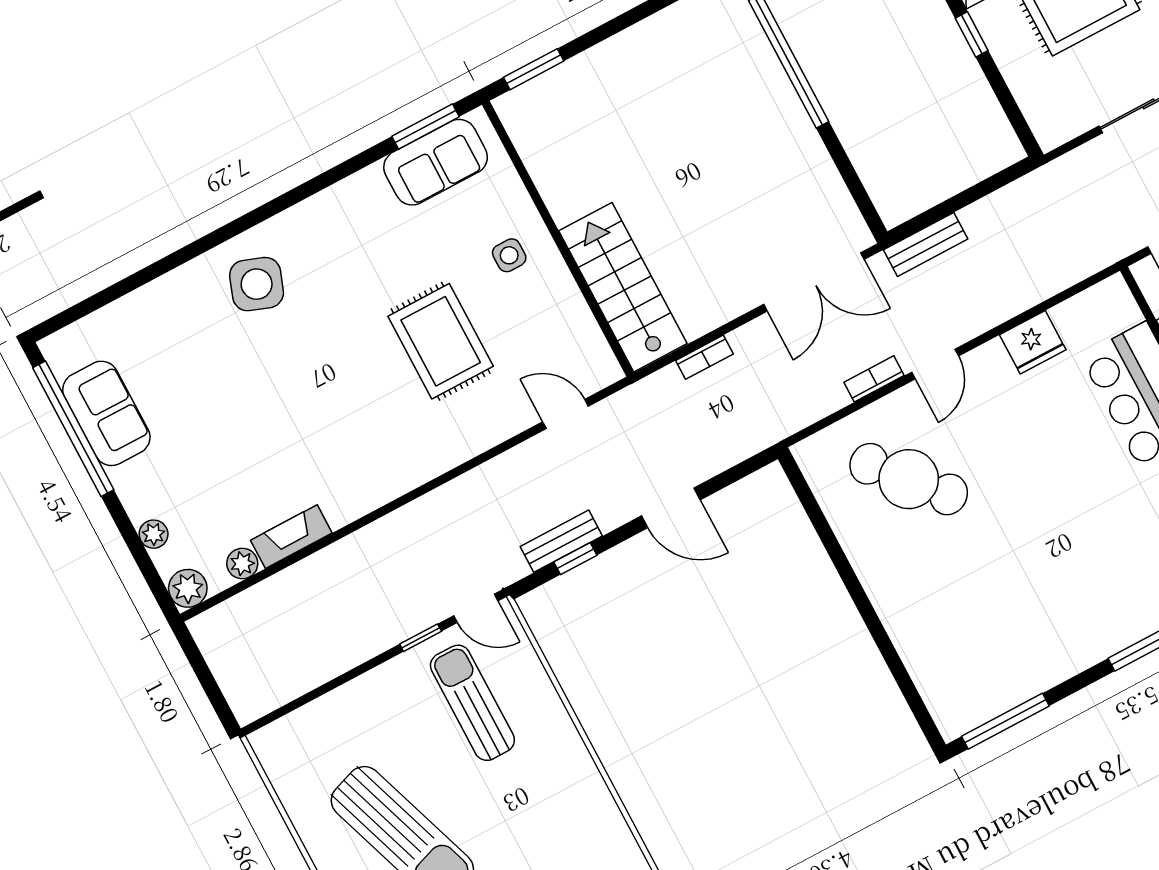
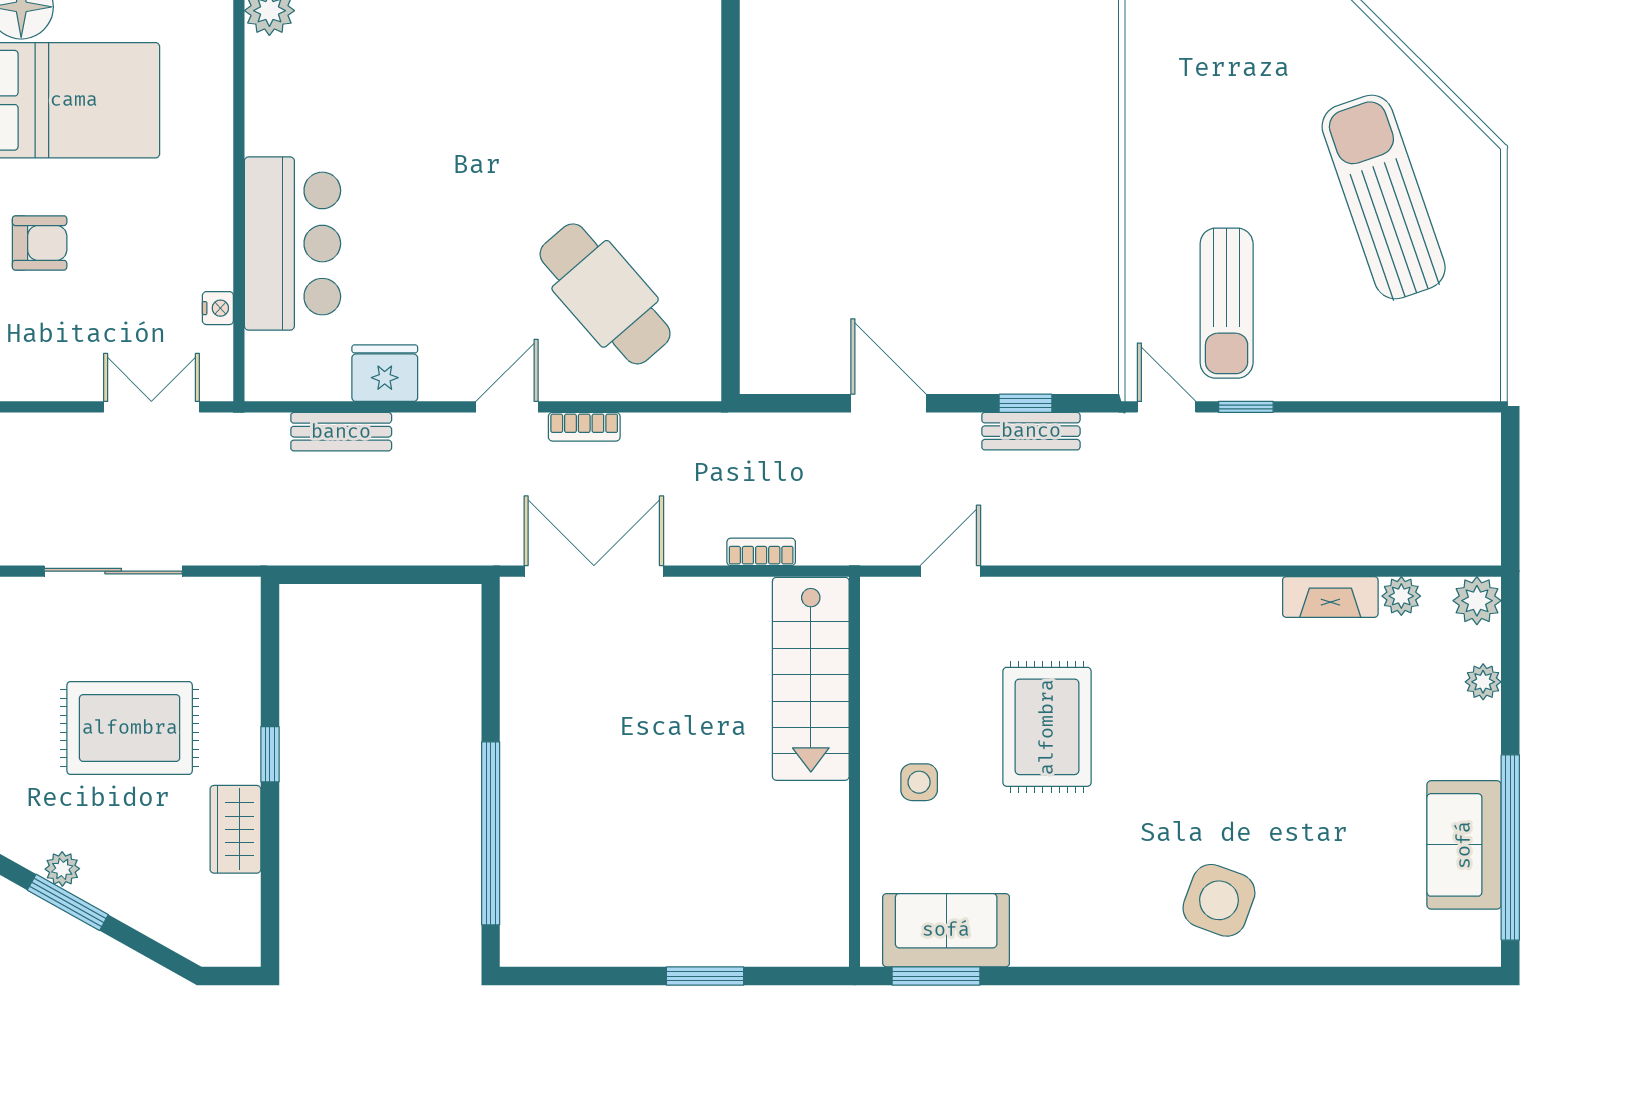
window: (534, 69) -> (705, 976), moved
bench: (926, 244) -> (341, 432), moved
door: (566, 414) -> (950, 571), swing flipped

